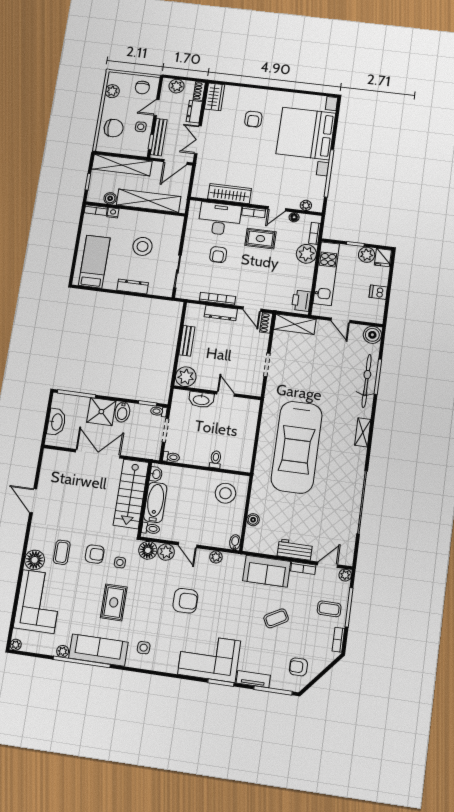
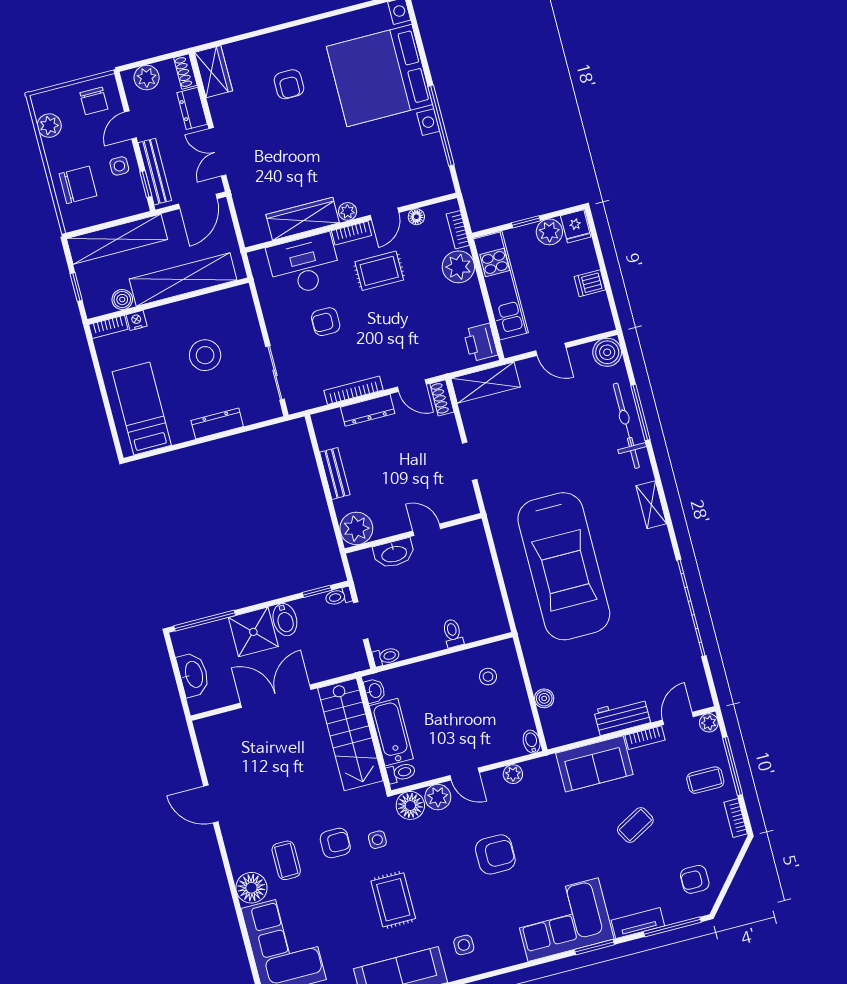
plant: (306, 205) -> (348, 211), moved
armchair: (218, 255) -> (326, 322), turned 90
stool: (225, 493) -> (488, 677), width x0.53, depth x0.53

